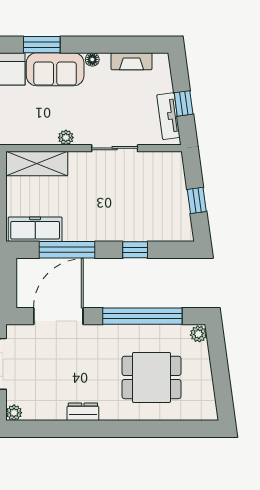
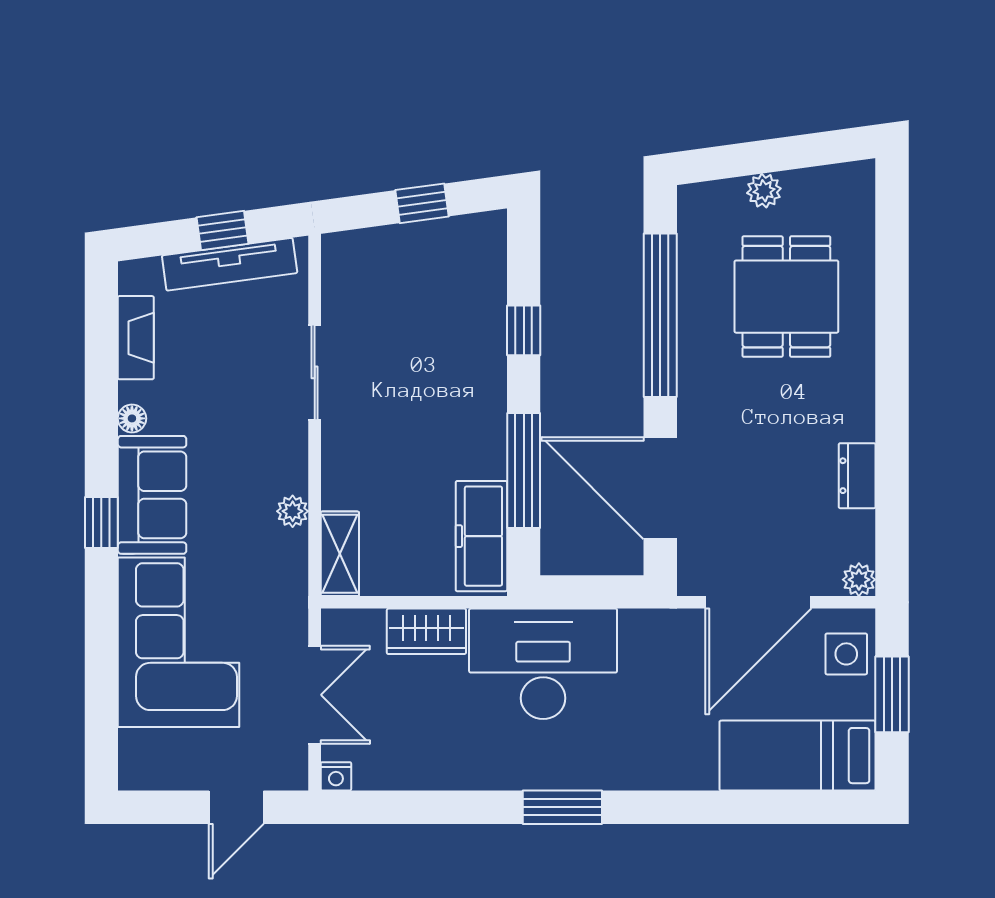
window: (42, 45) -> (101, 522), width x0.67
tv unit: (168, 116) -> (230, 264), width x1.41
plant: (66, 138) -> (293, 511), moved
shelving: (37, 164) -> (340, 554), width x0.67, depth x0.75
plant: (198, 334) -> (764, 191), moved
dresser: (83, 412) -> (857, 476), moved

